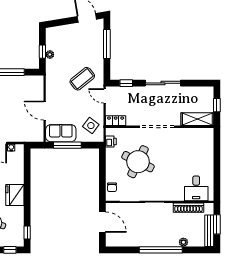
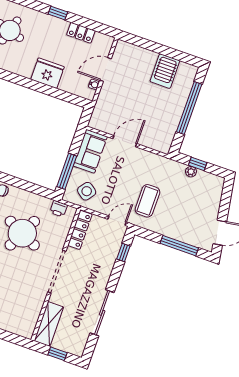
coffee table: (82, 79) -> (147, 201), turned 39
sliding door: (163, 83) -> (102, 313), moved
locker: (116, 121) -> (80, 230), width x1.53
window: (67, 145) -> (67, 171), moved
fridge: (15, 195) -> (48, 73), moved

